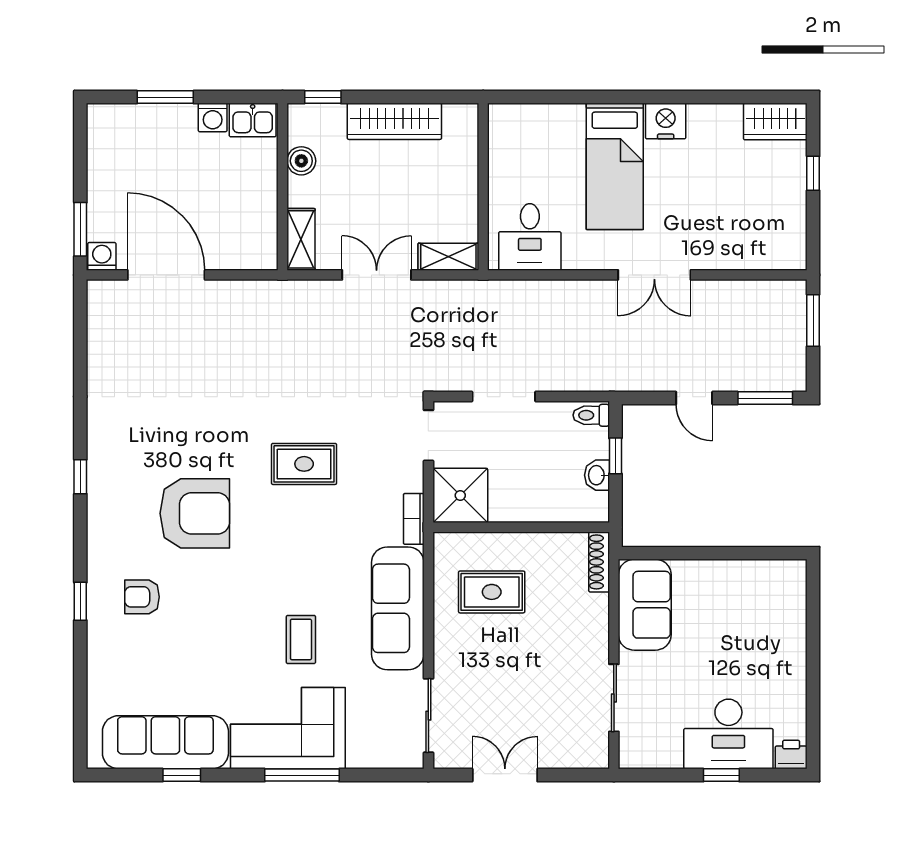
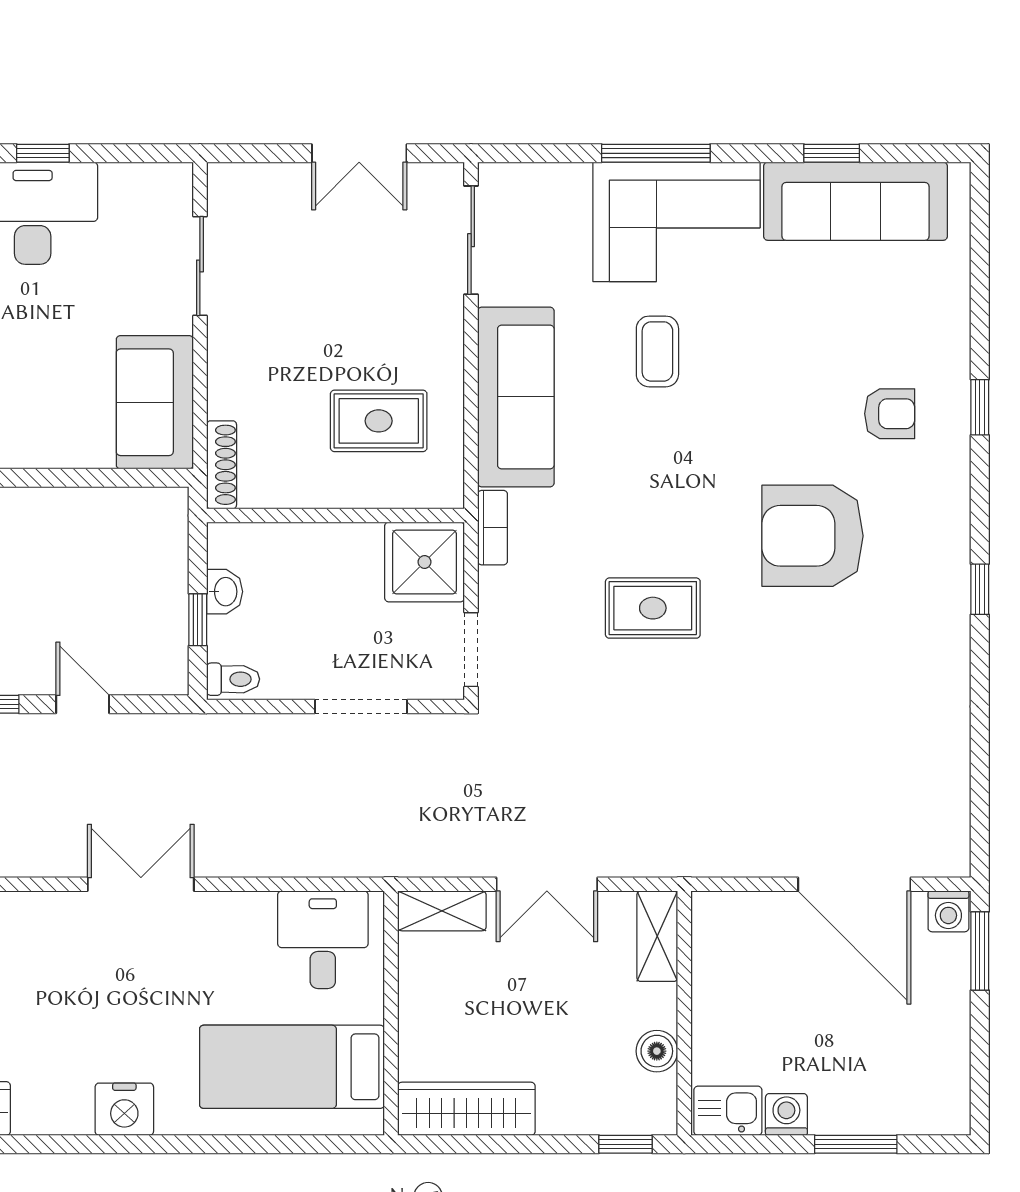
wardrobe: (394, 121) -> (466, 1109), moved
bed: (615, 166) -> (292, 1067), moved, turned -90

